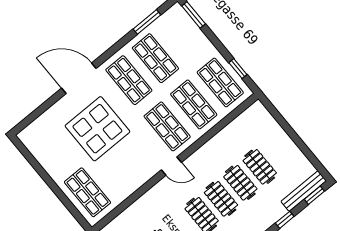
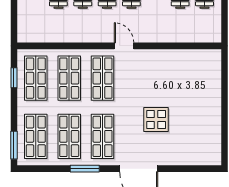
window: (147, 22) -> (85, 169), moved
display table: (97, 129) -> (156, 120), width x0.54, depth x0.54
shop shelf: (88, 192) -> (36, 136), moved

